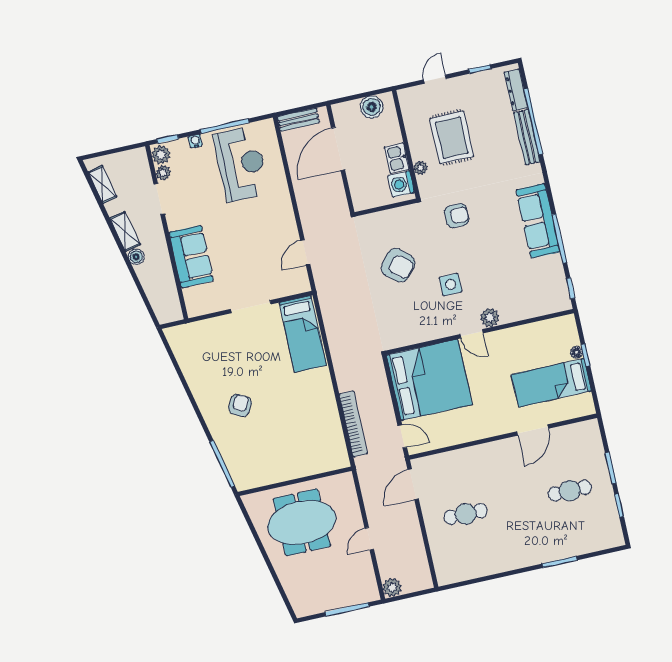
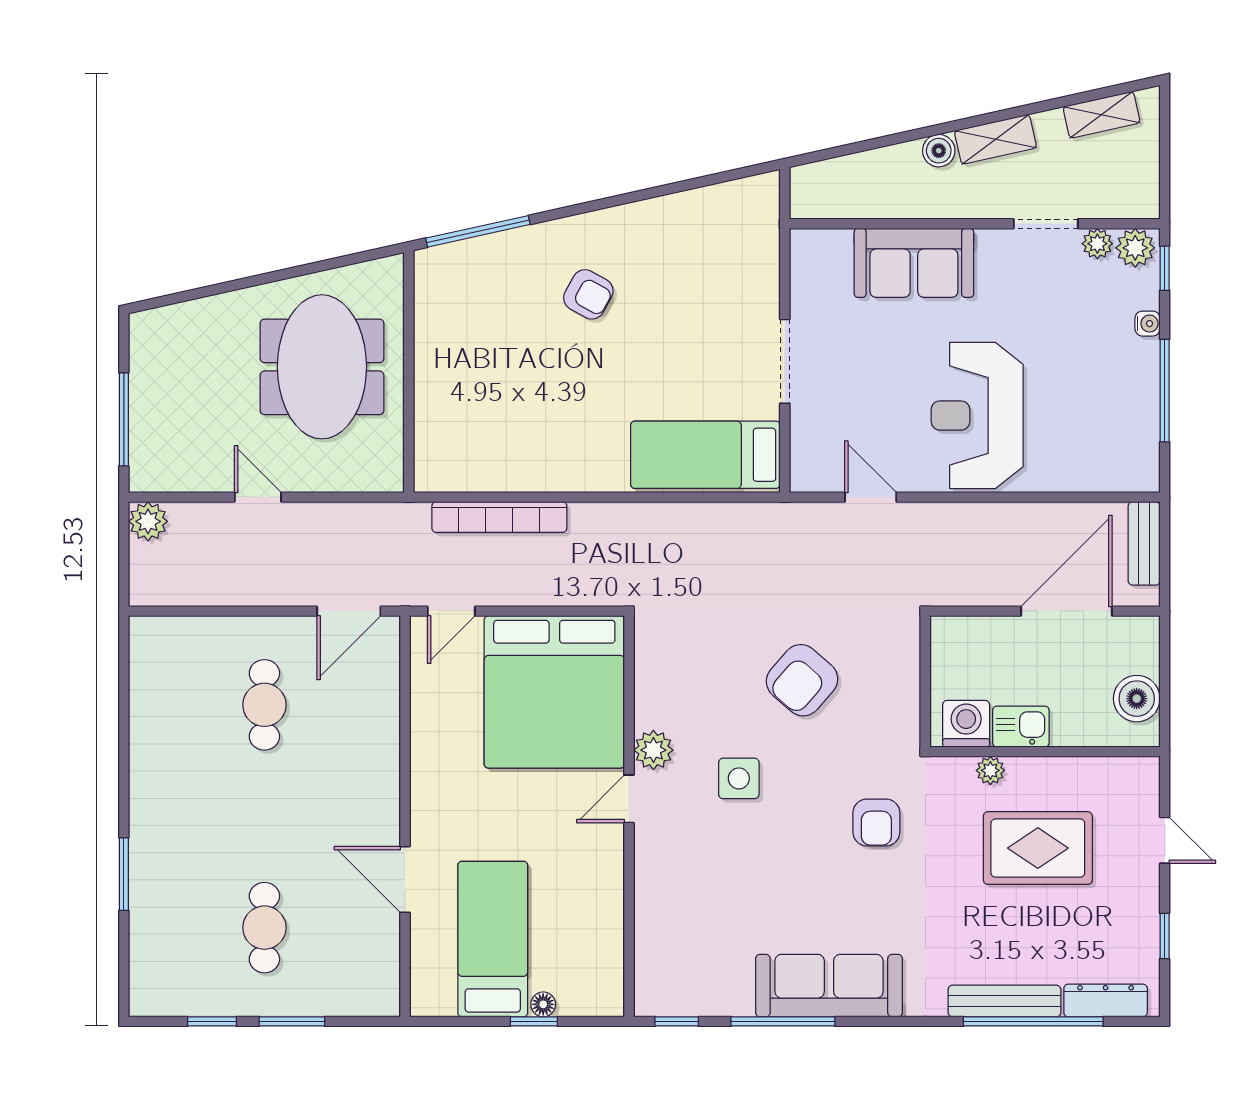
door: (338, 149) -> (1066, 611), hinge flipped
reception desk: (241, 164) -> (977, 416), moved, turned 90
plant: (490, 318) -> (653, 750), moved
door: (413, 484) -> (349, 611), swing flipped

